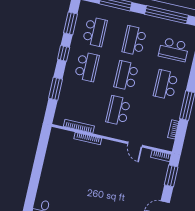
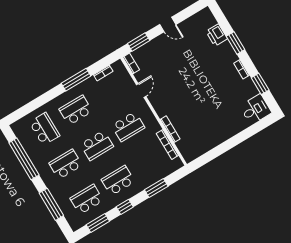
school desk: (134, 41) -> (66, 164), turned 180
school desk: (166, 85) -> (76, 110), turned 180

